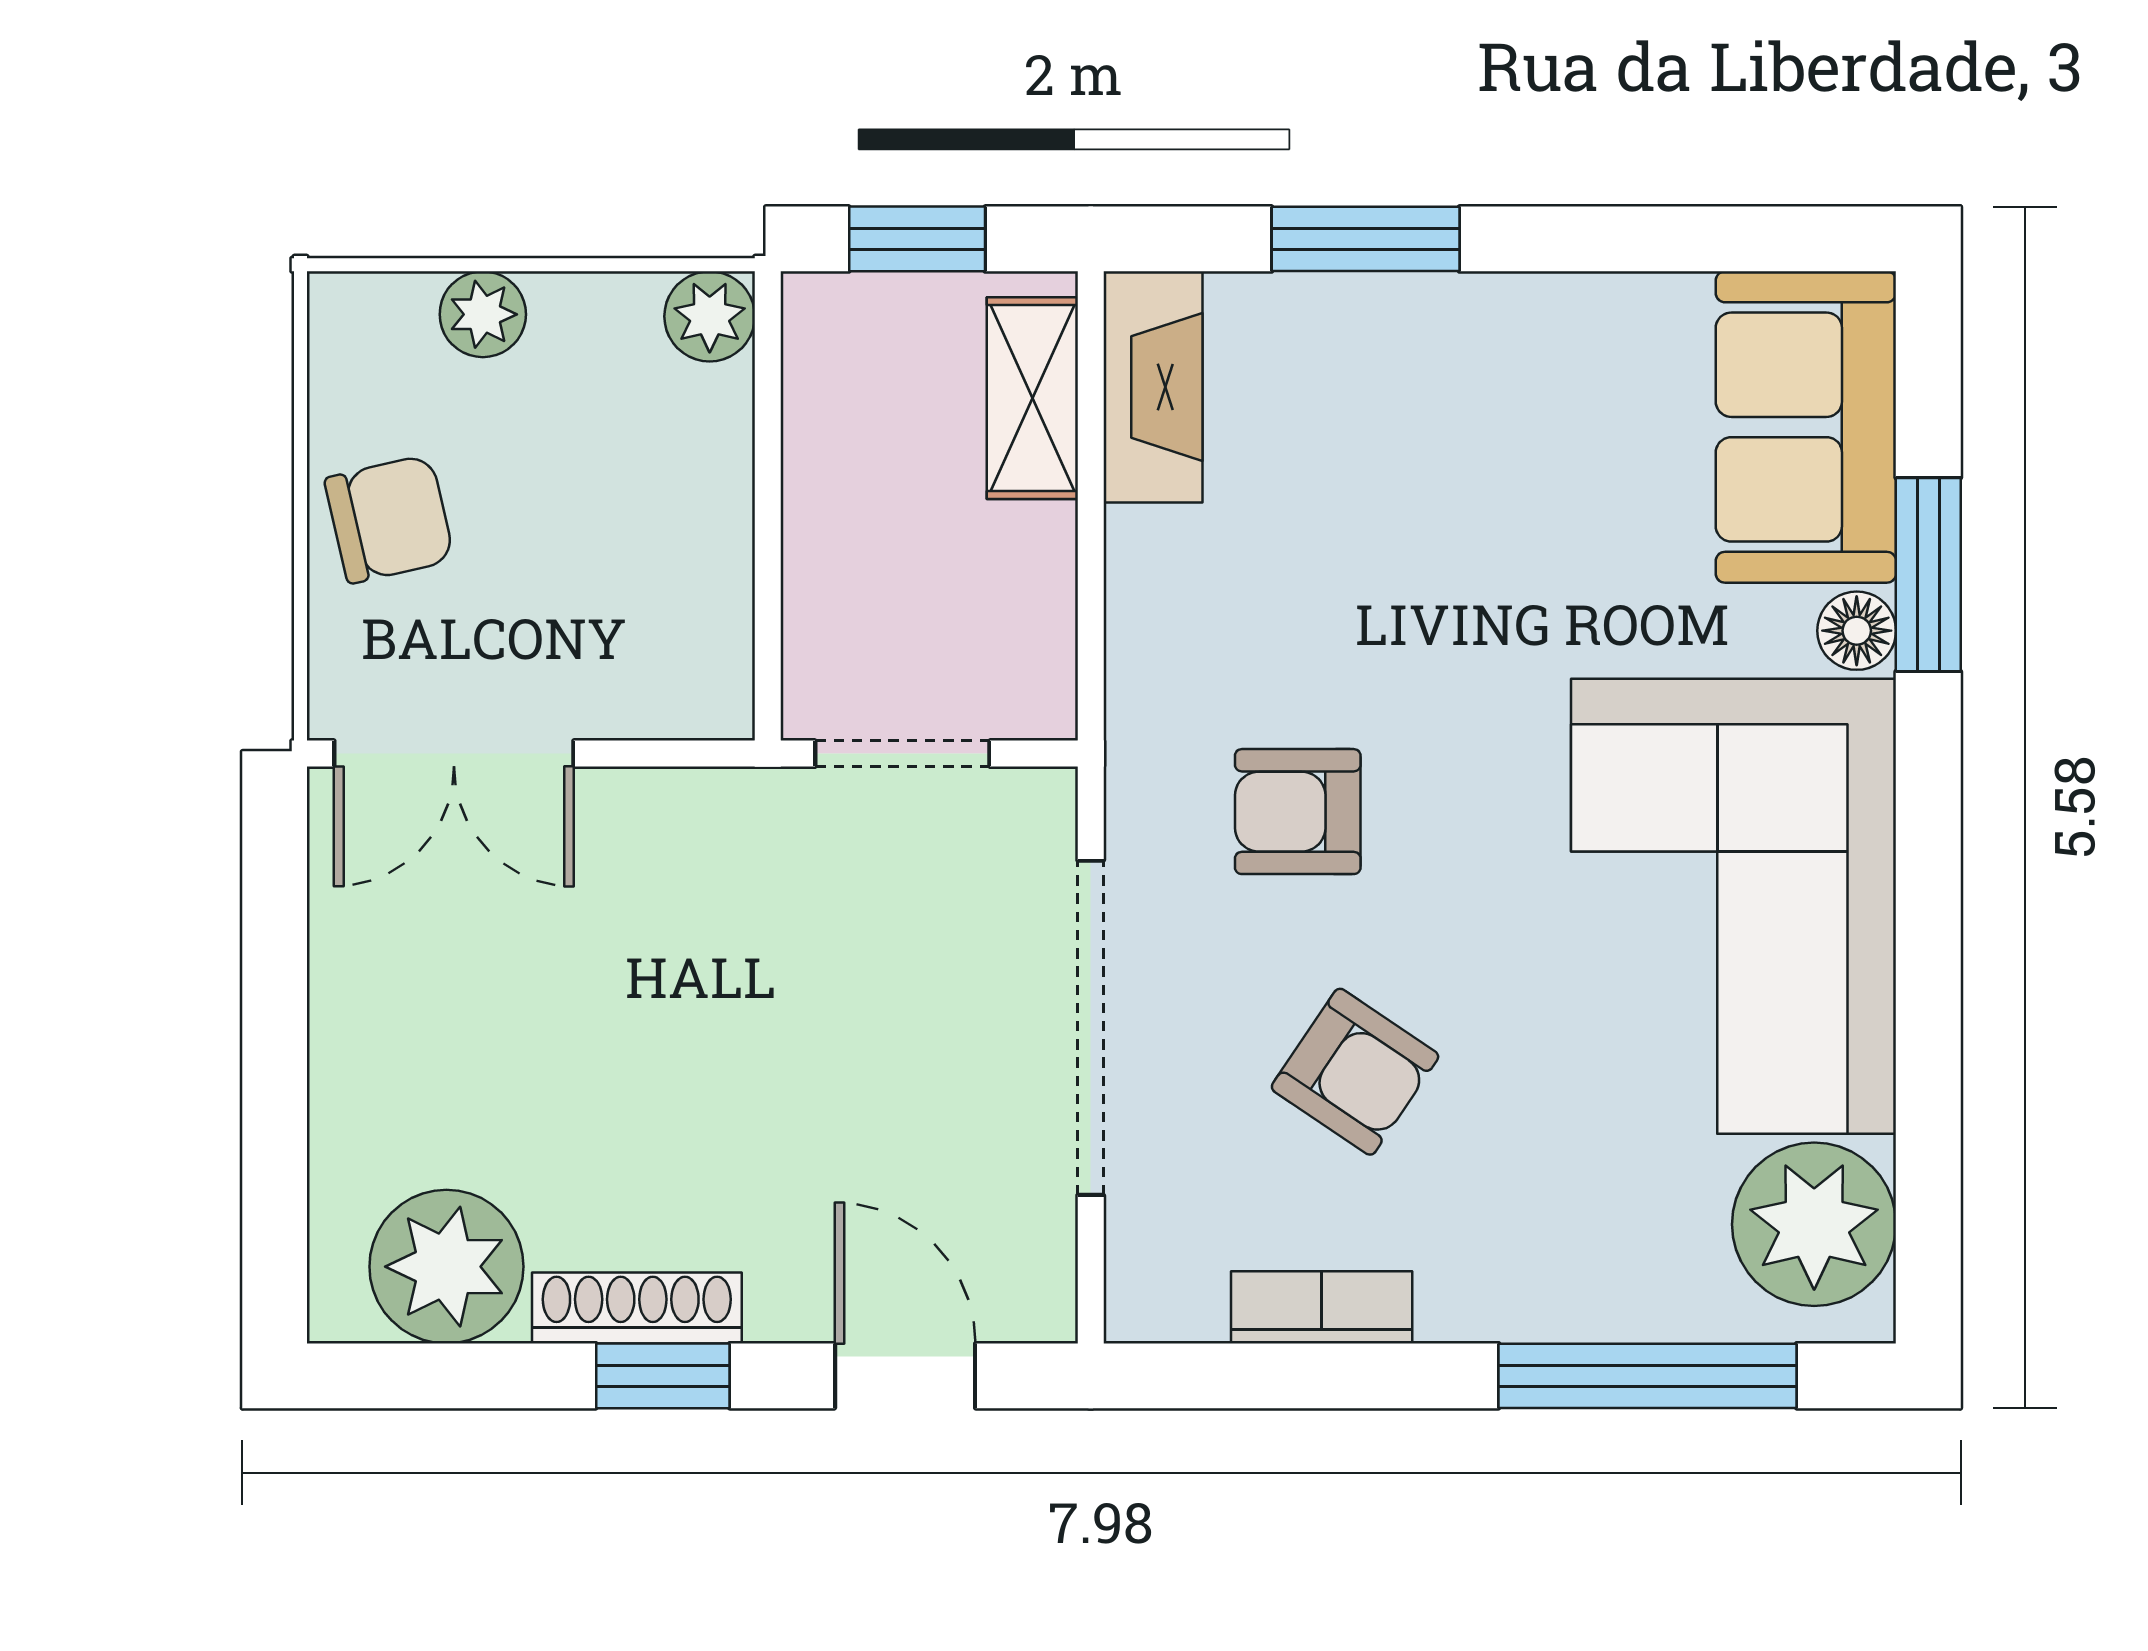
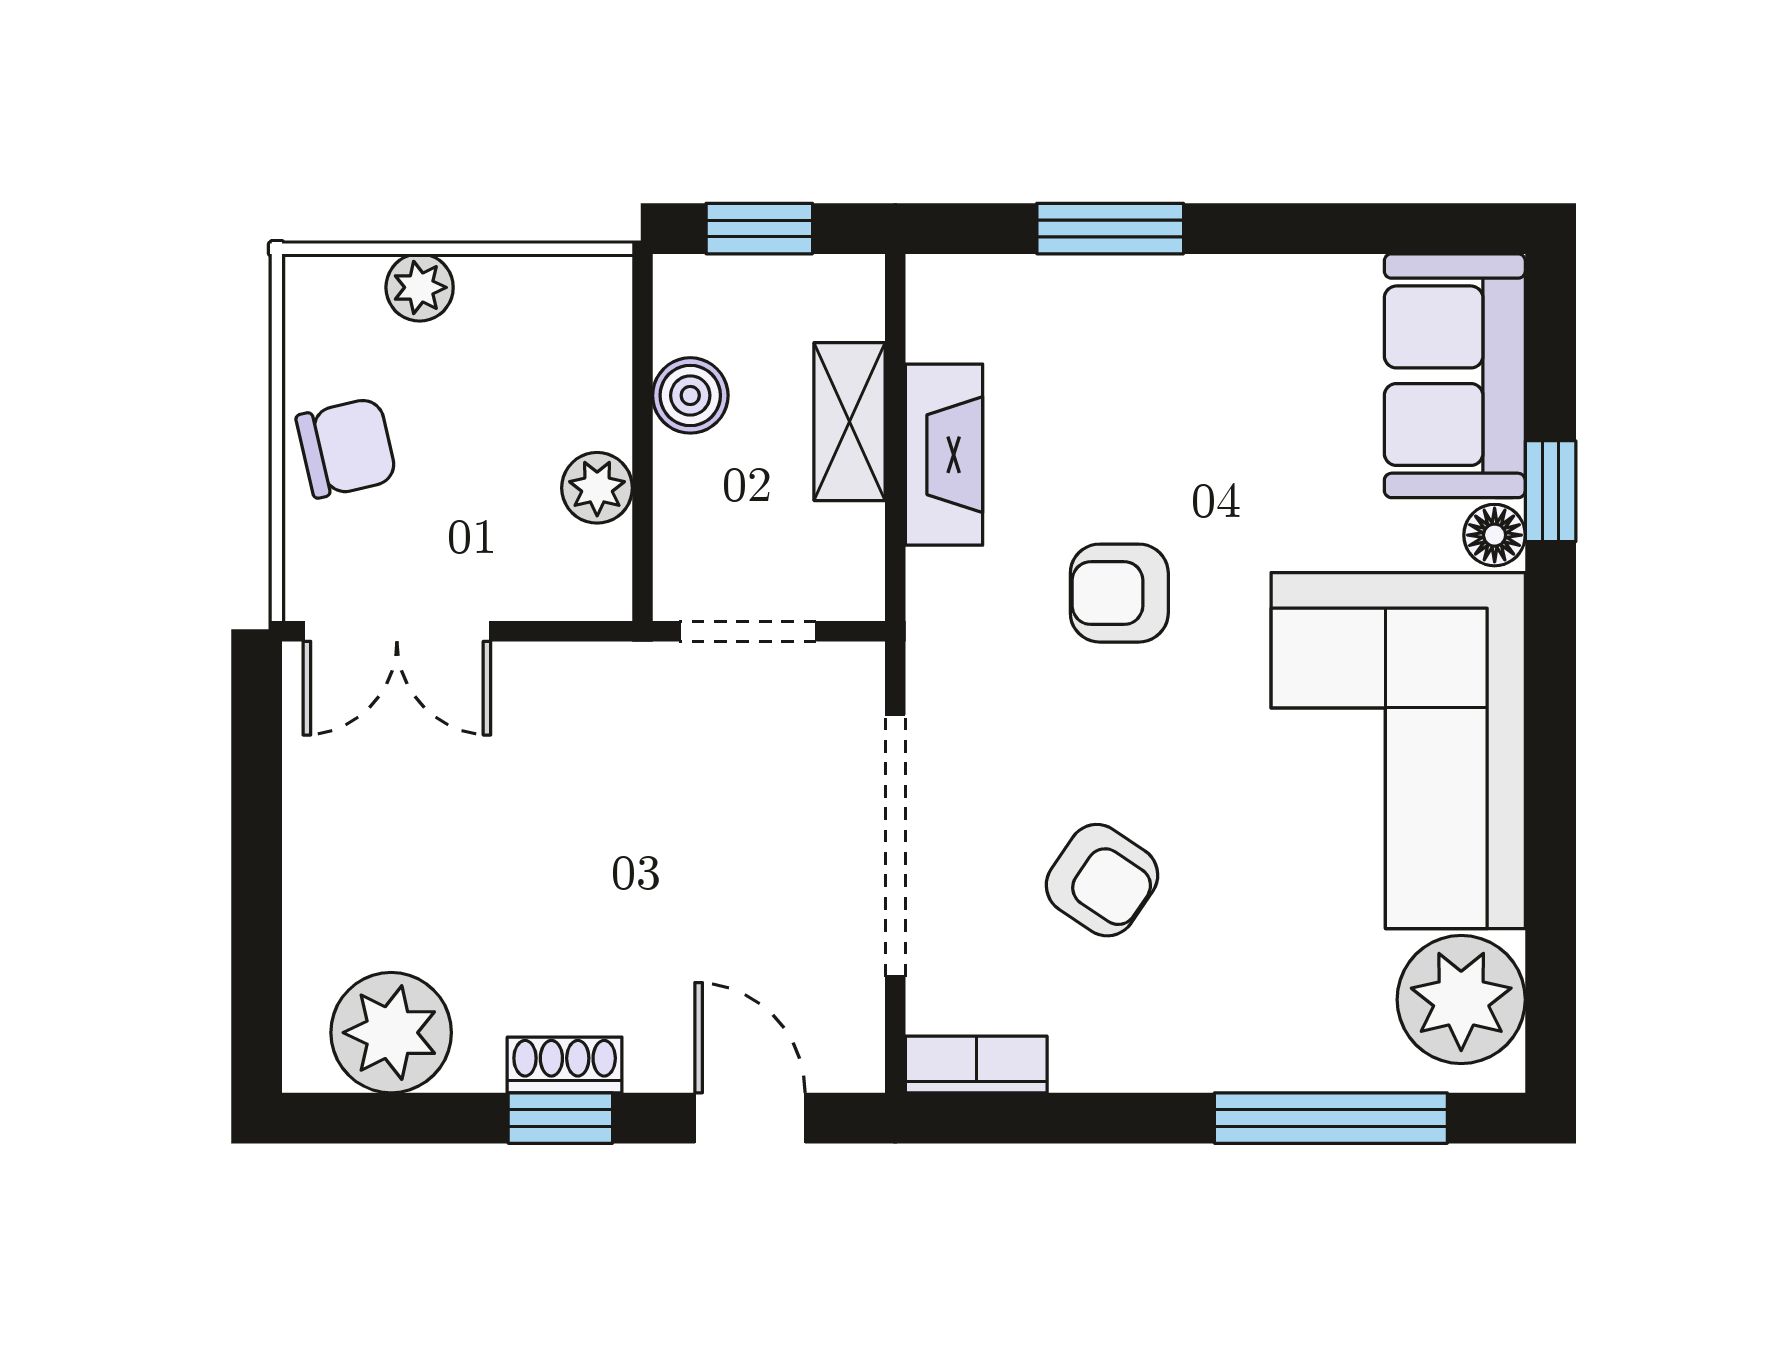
plant: (710, 316) -> (597, 488), moved
fireplace: (1153, 387) -> (944, 455), moved
shelving: (1032, 398) -> (850, 422), moved
boiler: (829, 452) -> (690, 395), added
window: (1928, 575) -> (1551, 491), width x0.67
armchair: (1298, 812) -> (1119, 593), moved
bookcase: (1322, 1307) -> (976, 1064), moved
shoe rack: (637, 1308) -> (565, 1065), width x0.70

